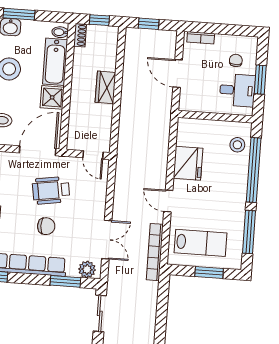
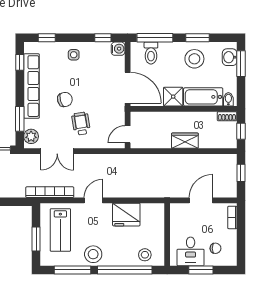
wheelchair: (51, 190) -> (81, 124), moved, width x0.73, depth x0.73
stool: (232, 206) -> (93, 254), added
chair: (46, 226) -> (65, 99), turned -106

